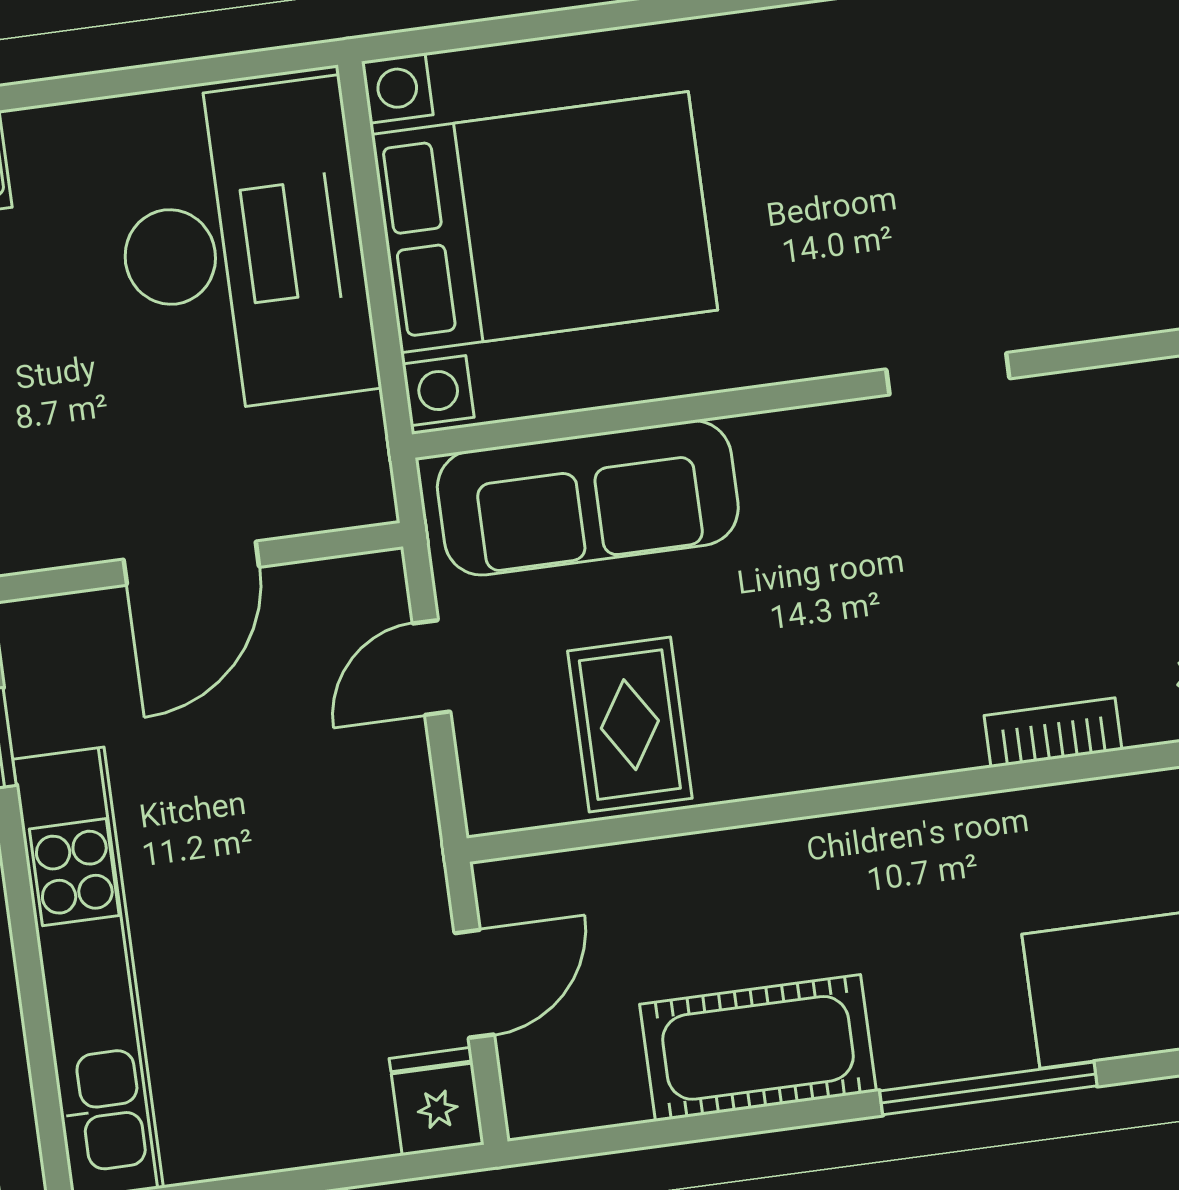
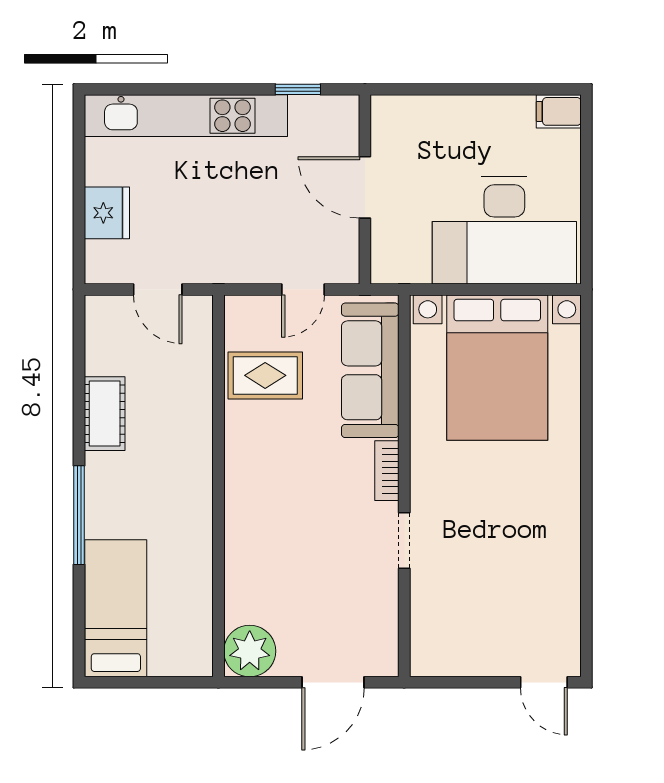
door: (431, 668) -> (303, 289), swing flipped
bookcase: (1053, 733) -> (387, 471), moved, turned 180
cot: (758, 1048) -> (105, 414), width x0.73, depth x0.75
fridge: (437, 1101) -> (107, 213), moved, width x1.38

